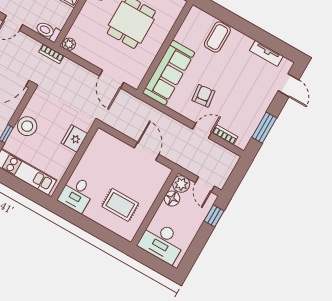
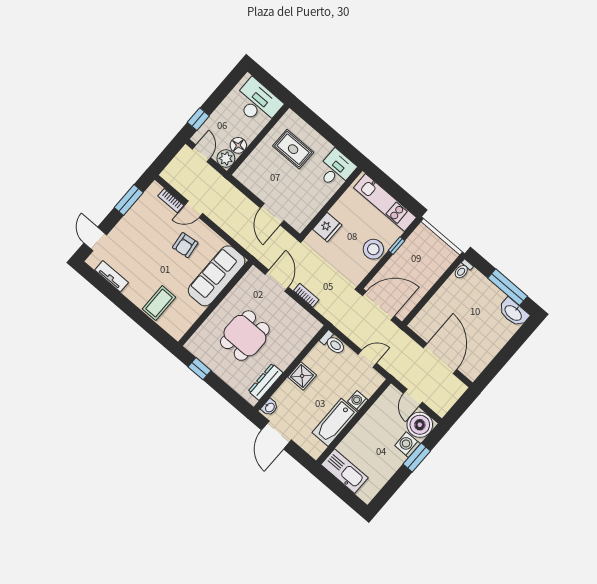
plant: (69, 44) -> (314, 325), removed
bookcase: (51, 54) -> (306, 295), moved
door: (147, 151) -> (272, 214), moved

